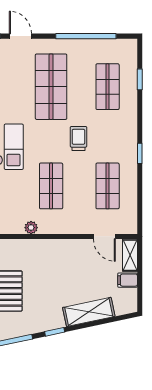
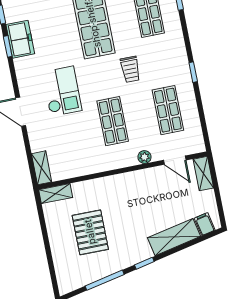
trolley: (78, 138) -> (130, 69), turned 180
plant: (31, 228) -> (144, 157), moved
filing cabinet: (128, 280) -> (205, 224), moved, turned 78

